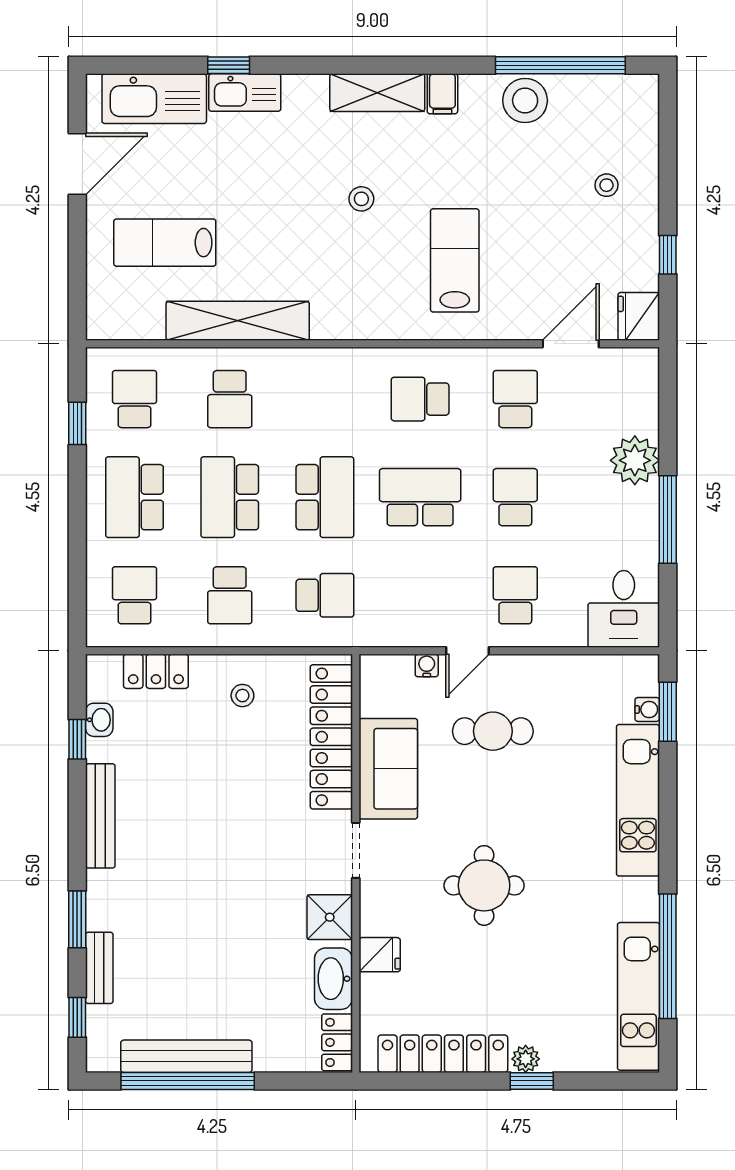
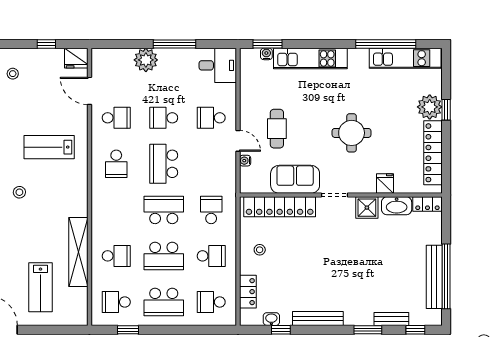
school desk: (515, 399) -> (116, 118), turned 180
plant: (526, 1059) -> (430, 107), width x1.88, depth x1.88

